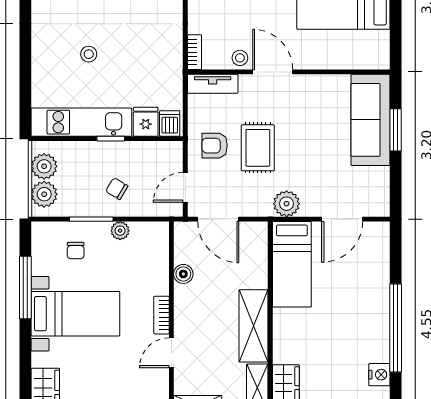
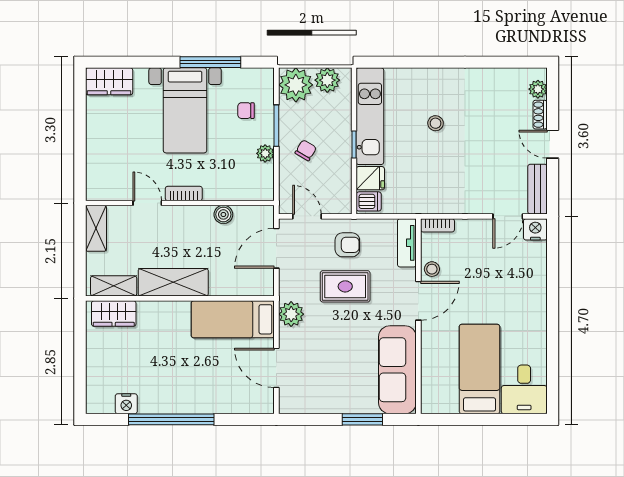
sofa: (370, 120) -> (397, 370), moved, turned -90
armchair: (215, 146) -> (347, 245), turned 90
plant: (44, 194) -> (296, 85), width x1.36, depth x1.36

